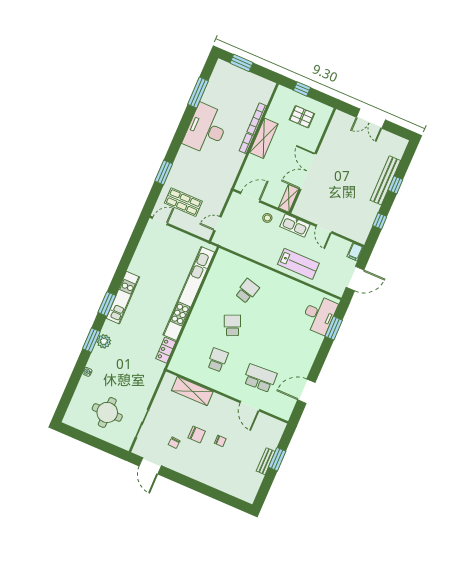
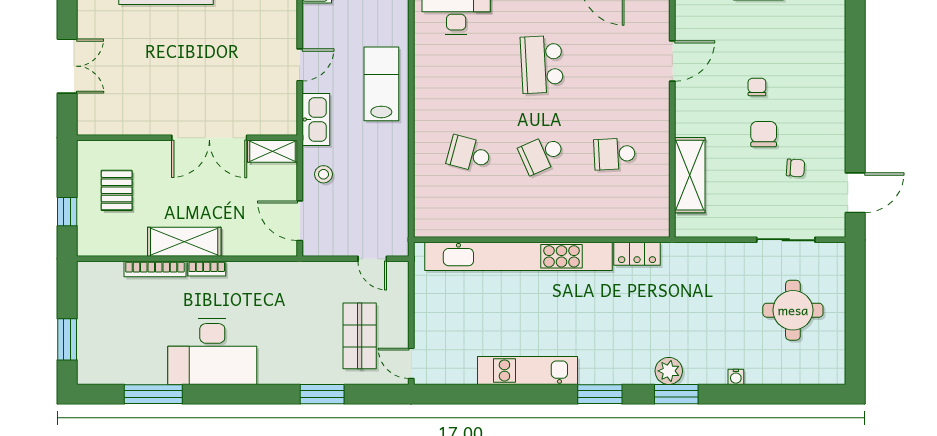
kitchen unit: (123, 298) -> (527, 370), moved
school desk: (260, 378) -> (542, 64), moved

